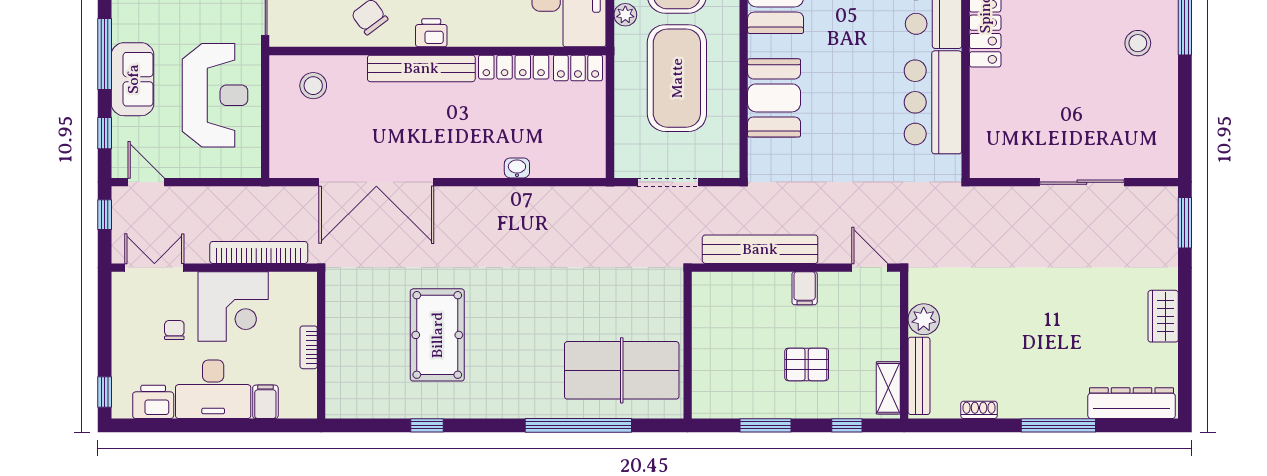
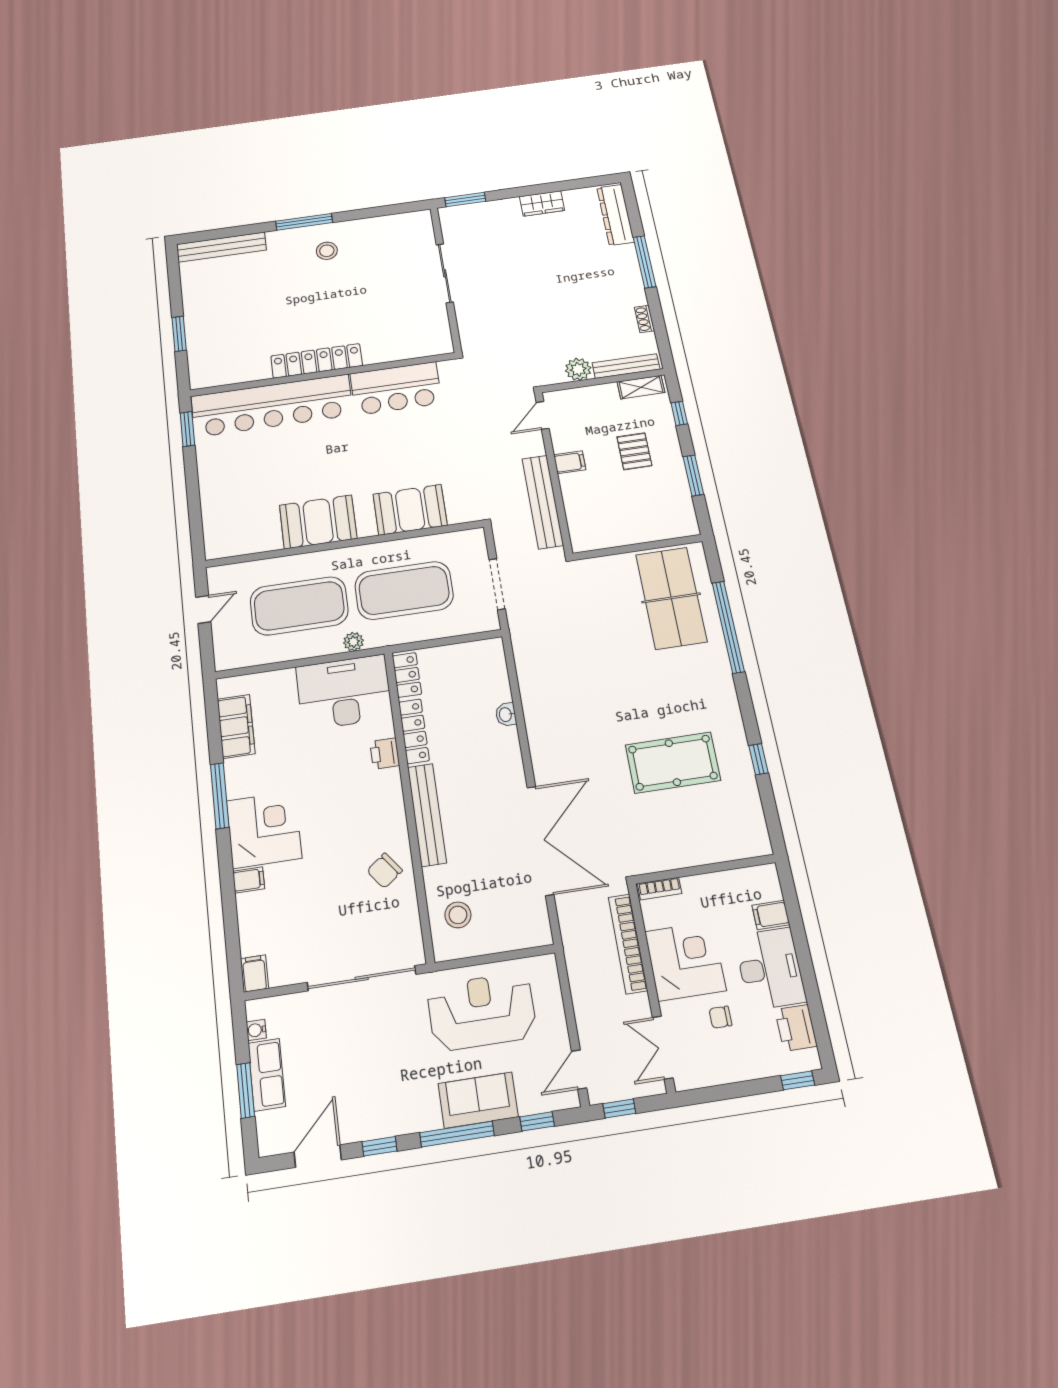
printer: (431, 33) -> (385, 754), moved
bookcase: (309, 347) -> (660, 889), moved

